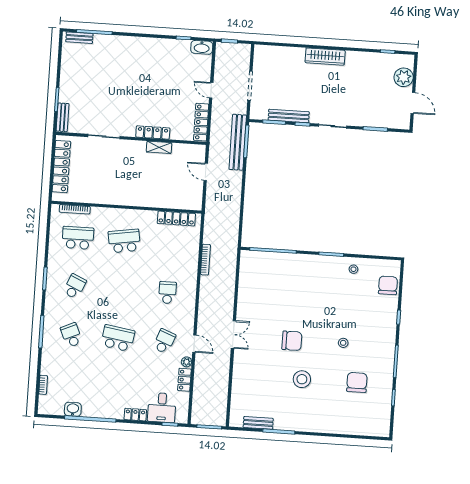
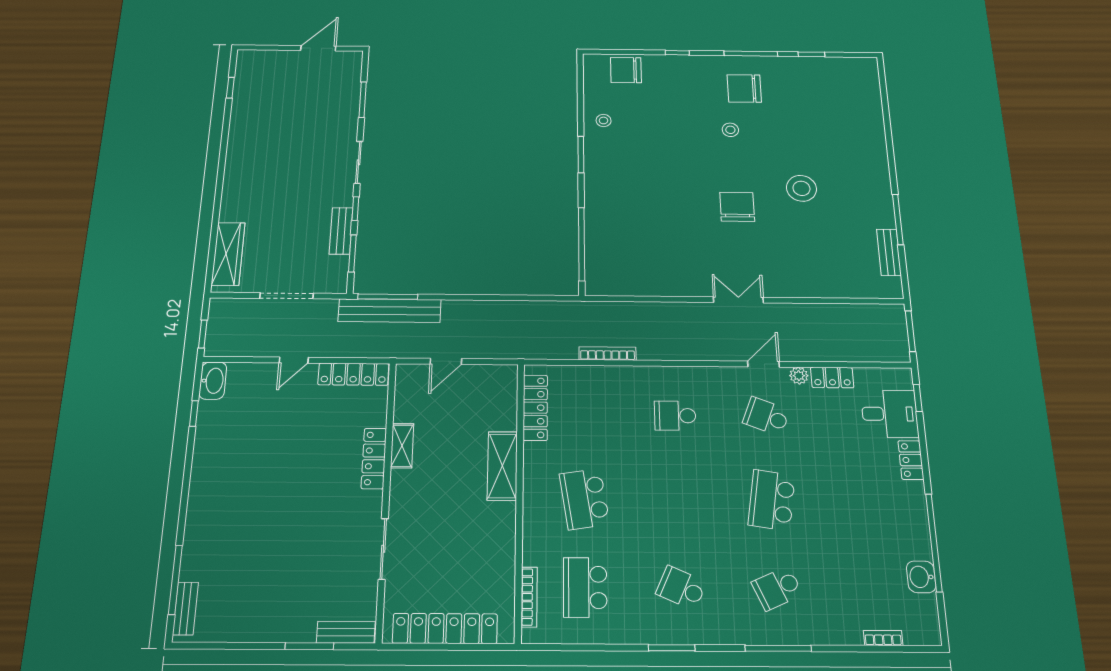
wardrobe: (325, 57) -> (228, 254), moved
plant: (404, 77) -> (275, 63), removed
bench: (289, 116) -> (341, 231), width x0.73
shelving: (145, 199) -> (502, 466), added
chair: (357, 382) -> (744, 88), moved

